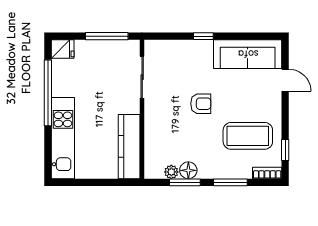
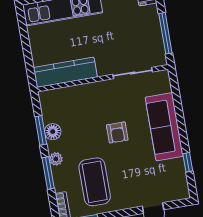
window: (203, 36) -> (188, 162), moved
sofa: (248, 54) -> (164, 127), moved
plant: (171, 172) -> (56, 159), moved

